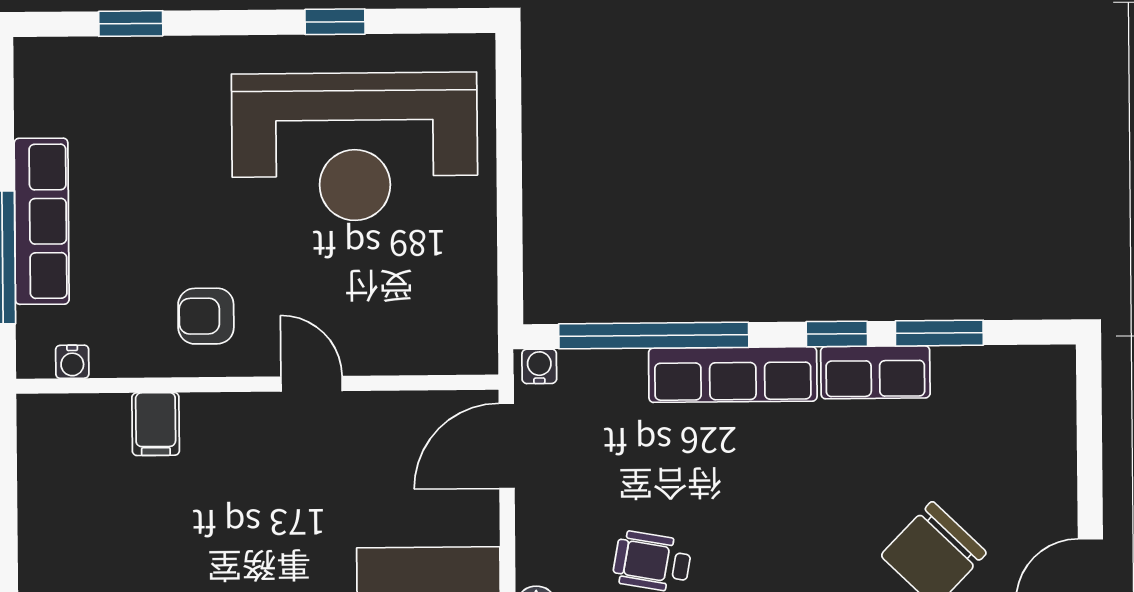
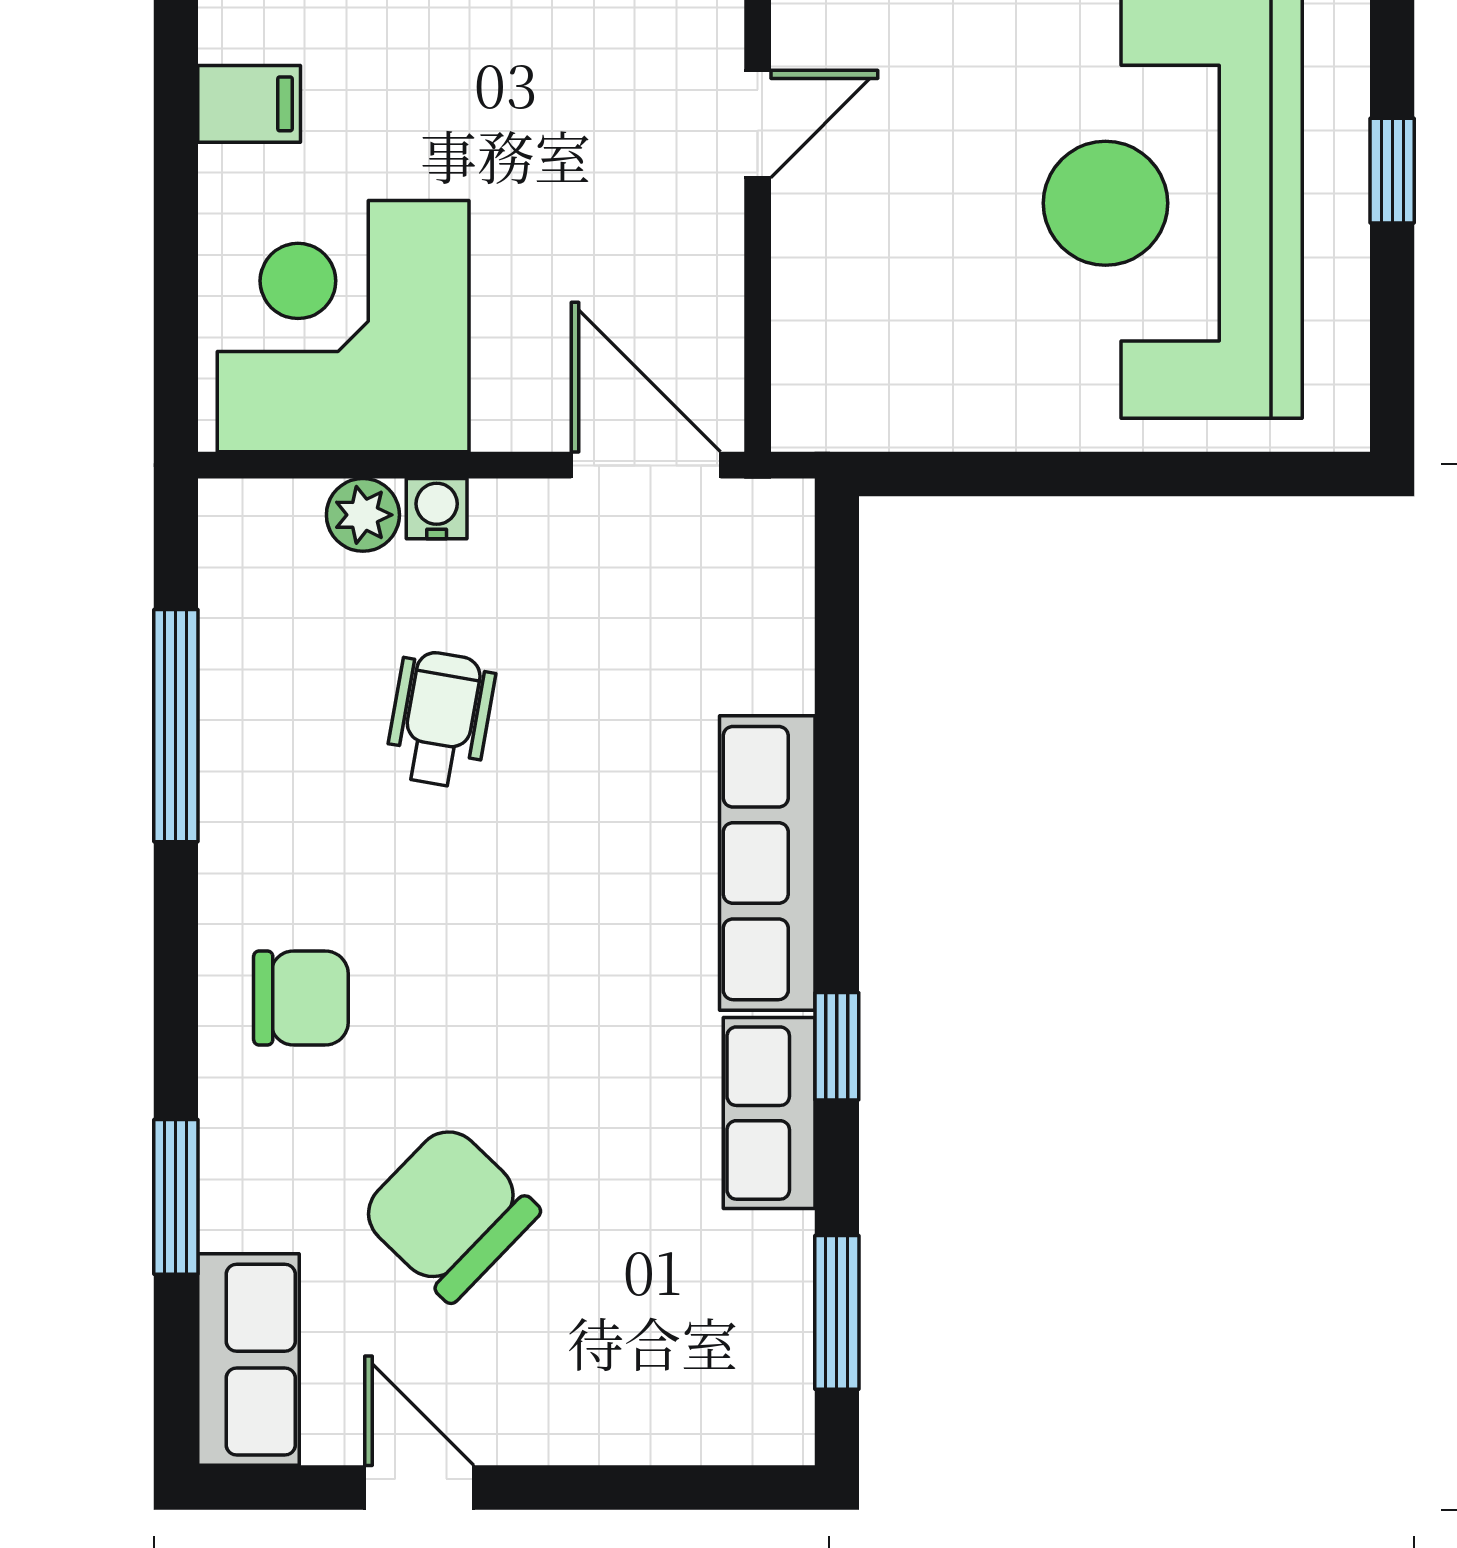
window: (939, 333) -> (837, 1312), moved
window: (654, 336) -> (837, 725), removed
water cooler: (539, 366) -> (437, 509), moved, turned -90

